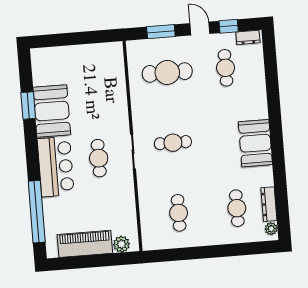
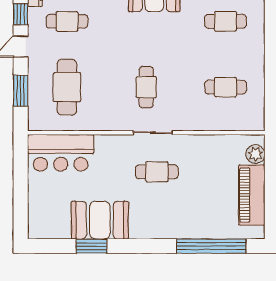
bar counter: (56, 167) -> (61, 153), moved, turned 180

